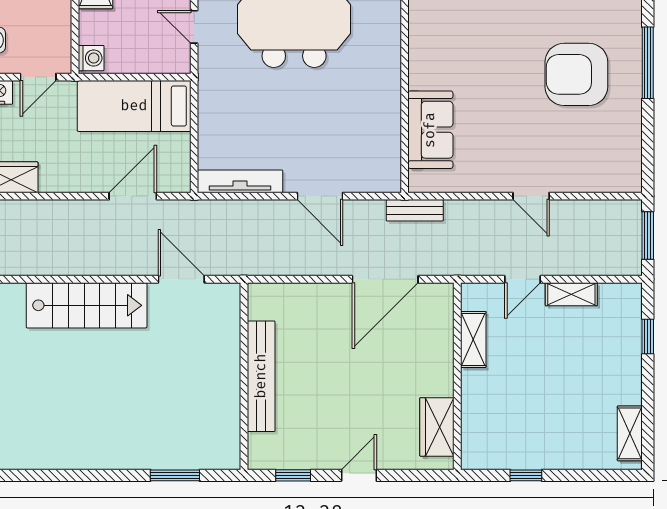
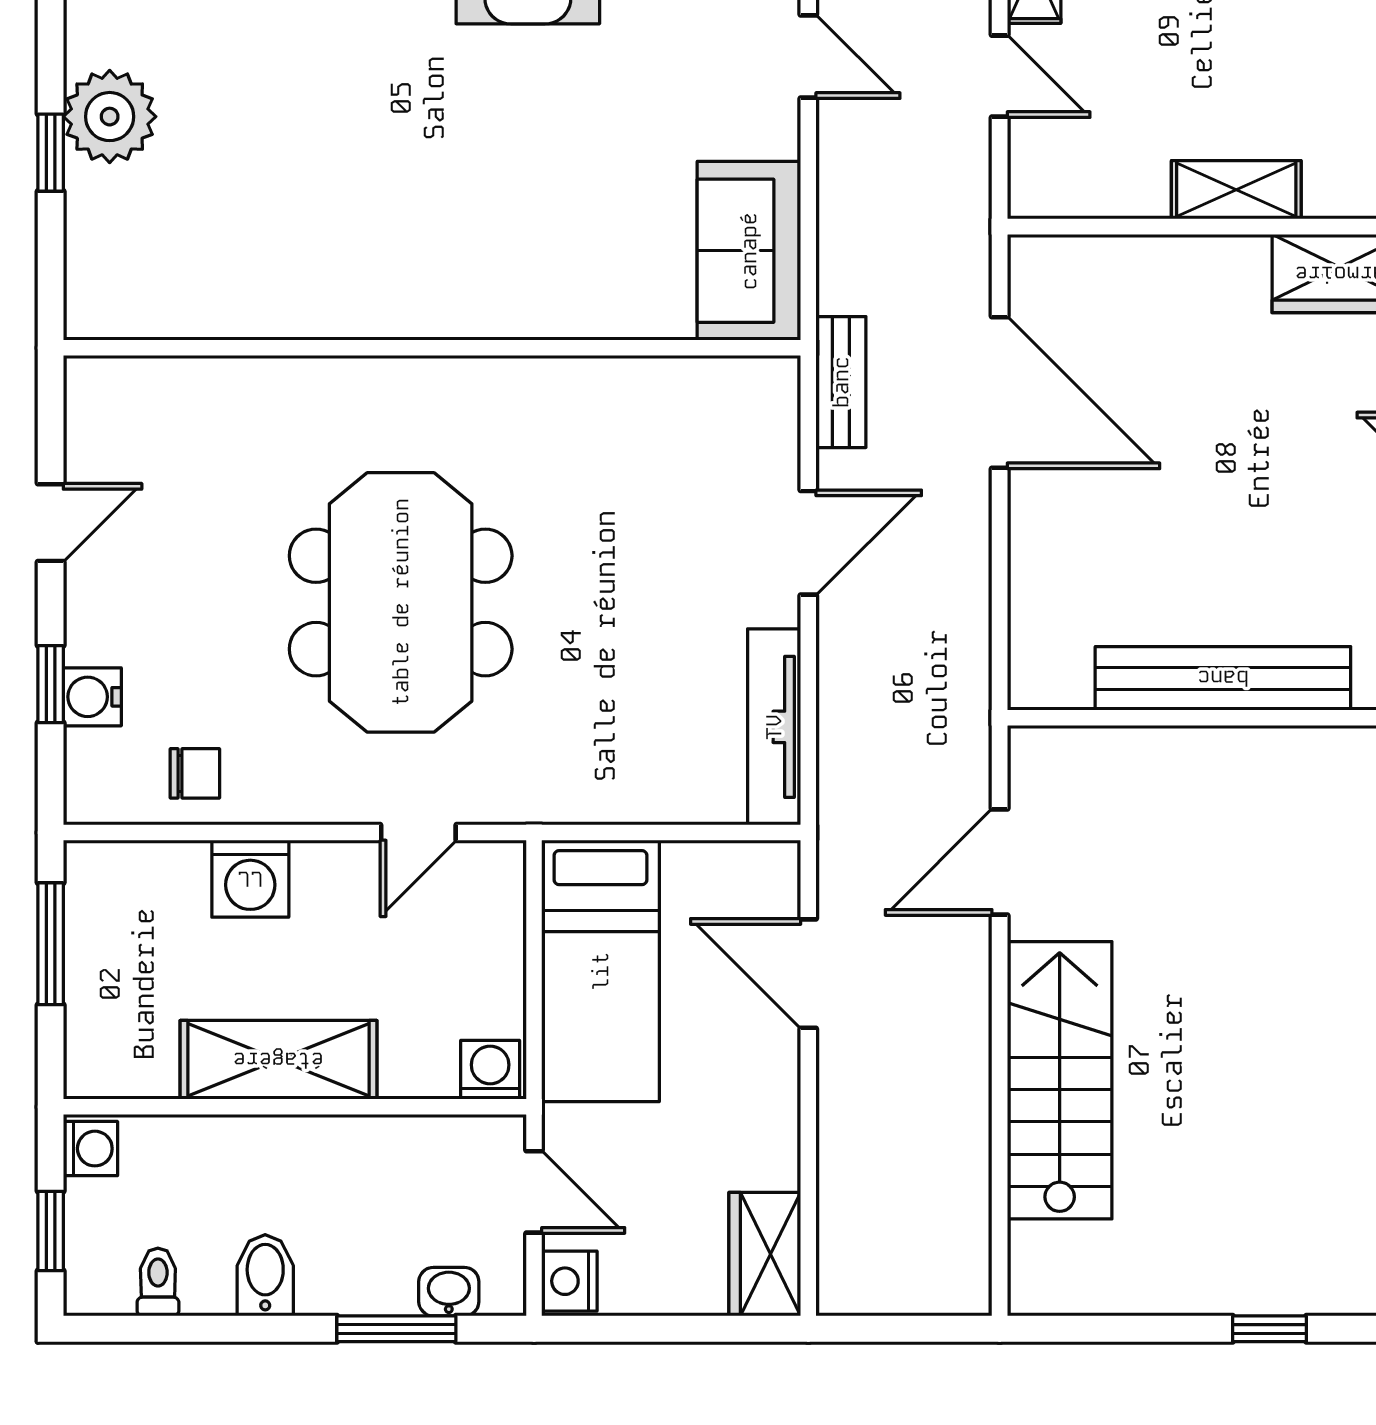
sofa: (430, 130) -> (749, 251), moved, turned -90
door: (531, 196) -> (808, 57), hinge flipped
bench: (415, 210) -> (841, 382), moved
shelving: (473, 339) -> (1236, 190), moved

